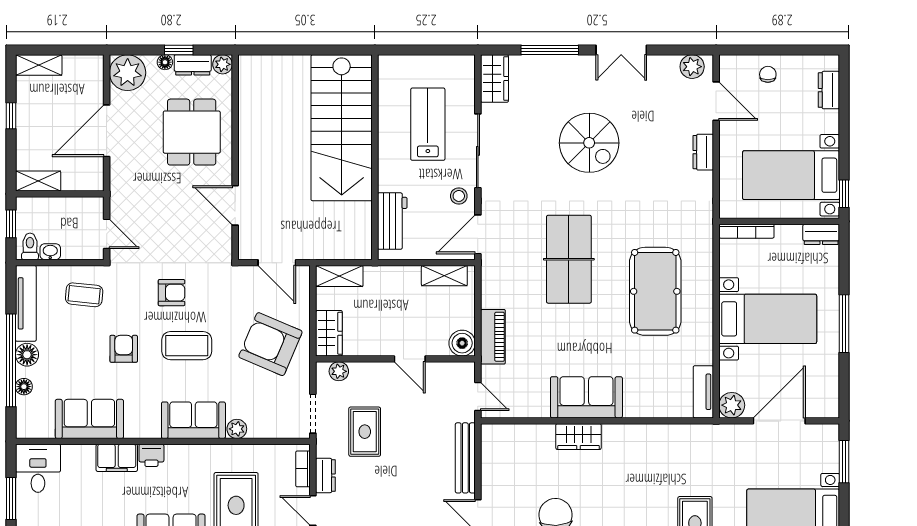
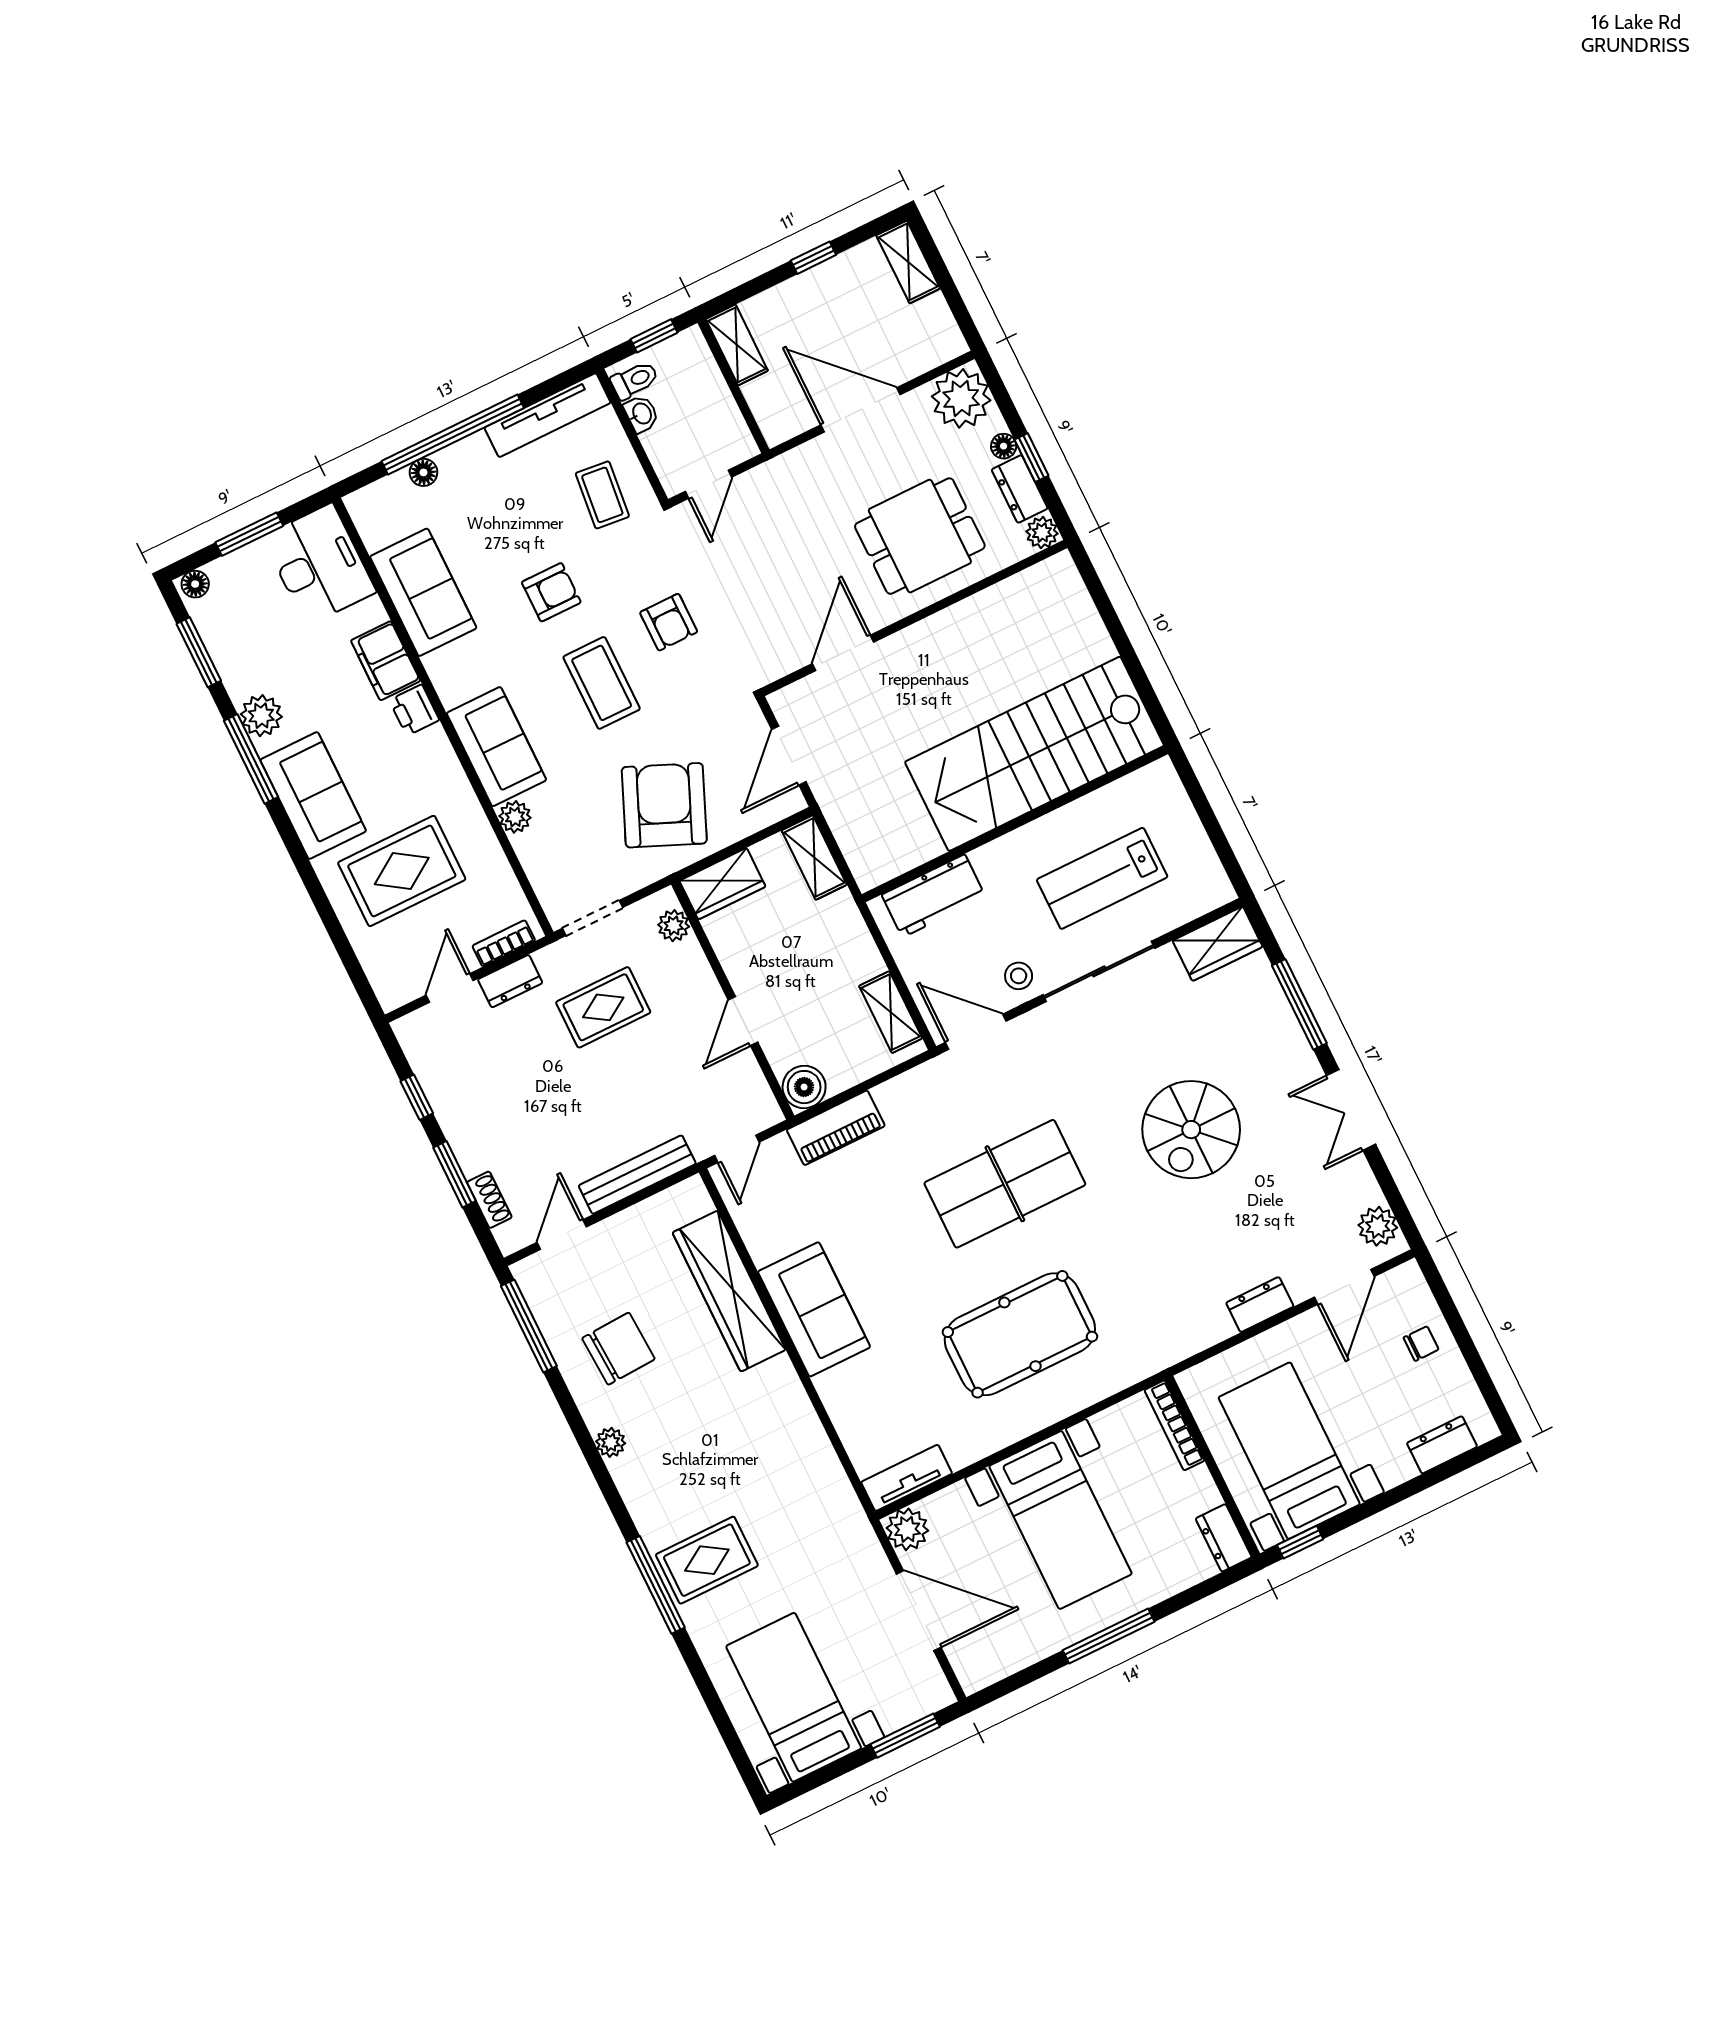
lab bench: (428, 124) -> (1102, 878), turned 180
floor lamp: (27, 355) -> (473, 454), removed
wardrobe: (578, 437) -> (729, 1291), width x2.10, depth x1.17
desk: (38, 468) -> (319, 564), width x1.37

